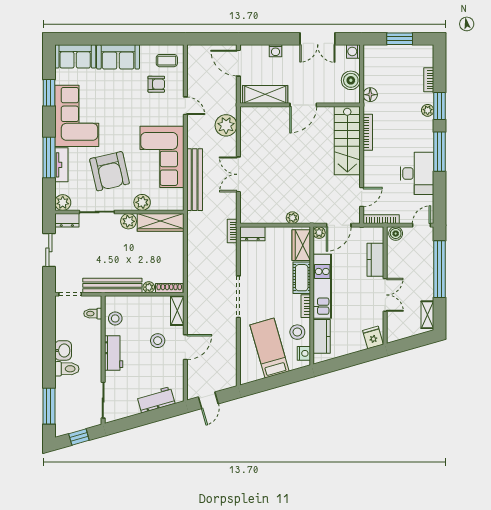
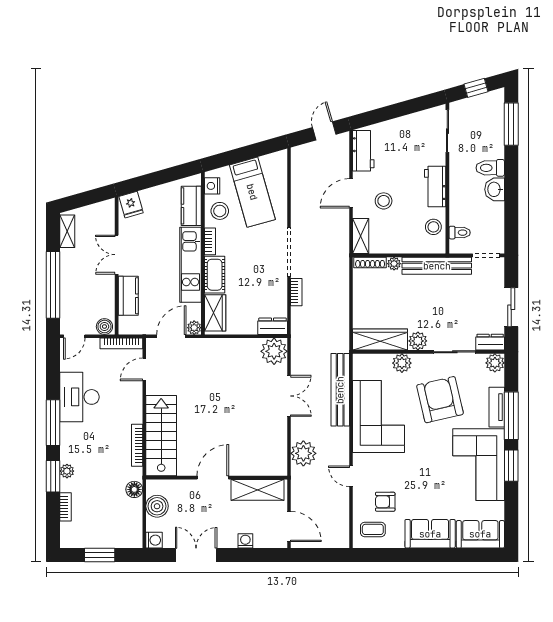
window: (49, 93) -> (511, 466), moved
plant: (292, 218) -> (274, 351), moved, width x1.88, depth x1.88
bookcase: (232, 231) -> (296, 292), moved
workbench: (156, 400) -> (363, 151), moved, turned -74

